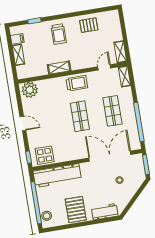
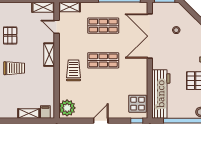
filing cabinet: (17, 39) -> (45, 112), moved
shelving: (59, 68) -> (49, 55), moved
trolley: (77, 83) -> (74, 70), moved

